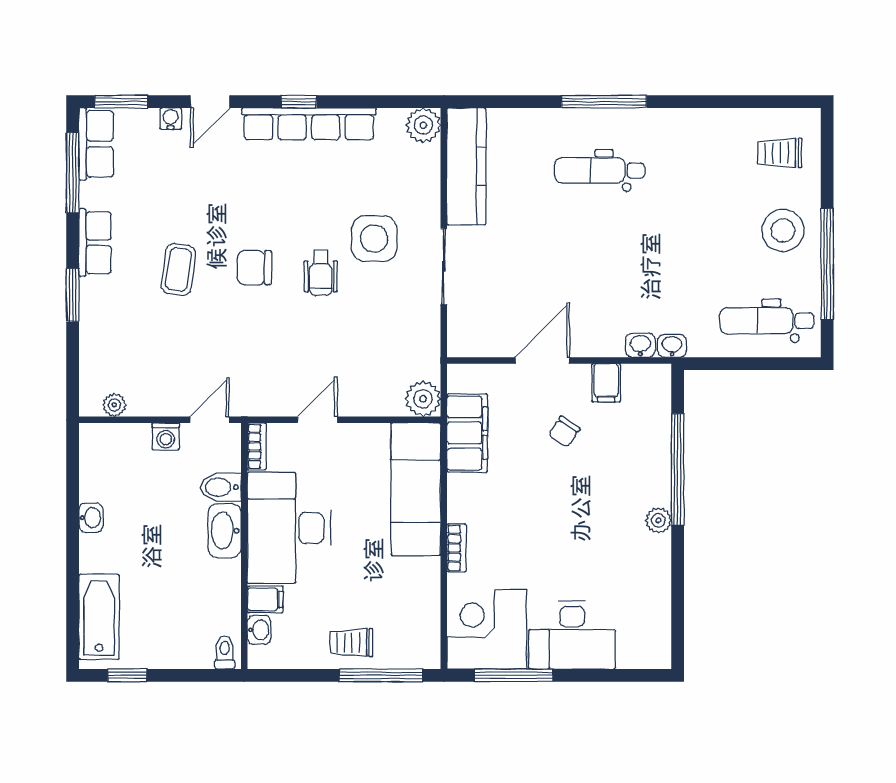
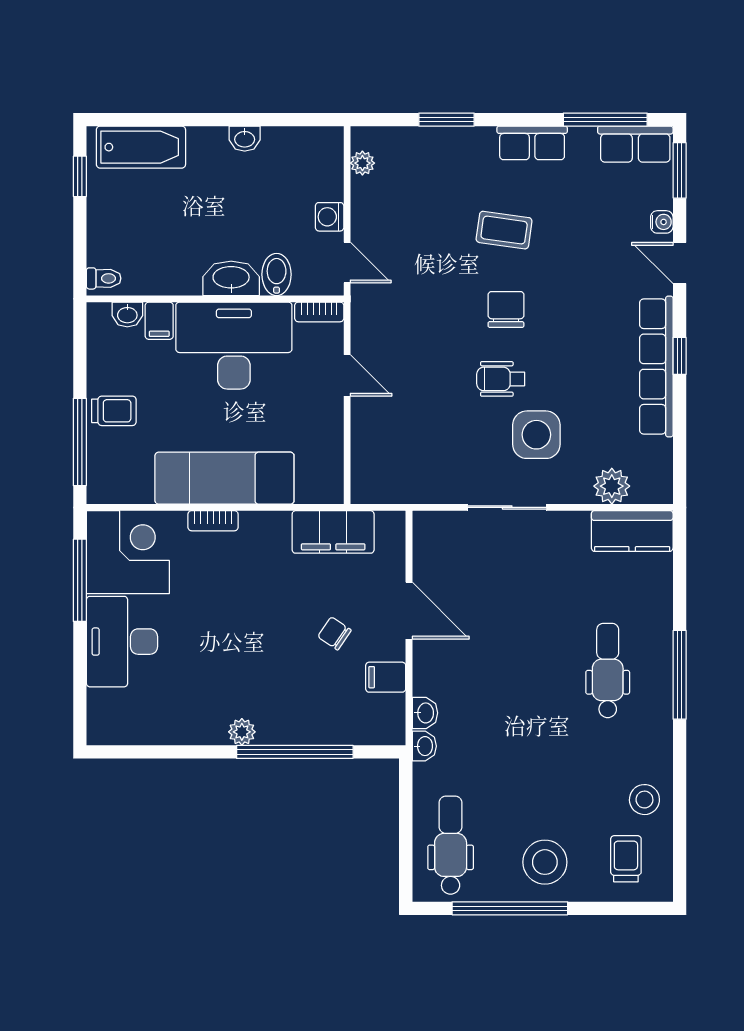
plant: (423, 125) -> (612, 486), moved
stool: (723, 135) -> (644, 800), added
kitchen counter: (466, 166) -> (632, 531), width x0.67
window: (73, 295) -> (446, 120), moved
plant: (423, 399) -> (369, 486), removed
exam couch: (416, 489) -> (224, 478), moved
trolley: (351, 643) -> (114, 411), turned 90

